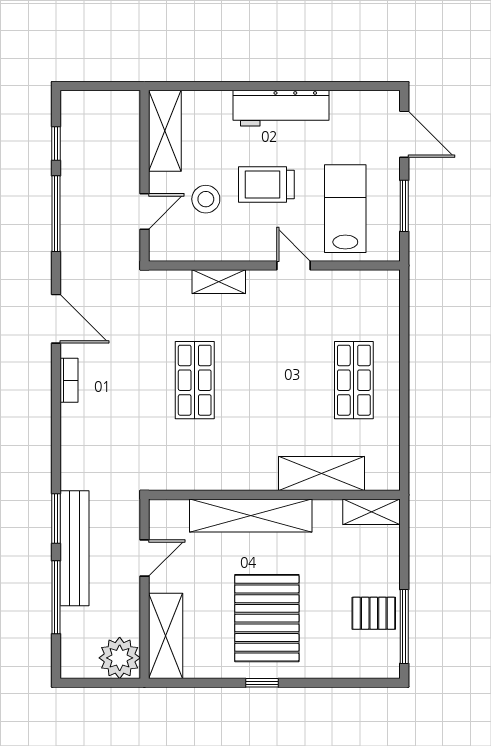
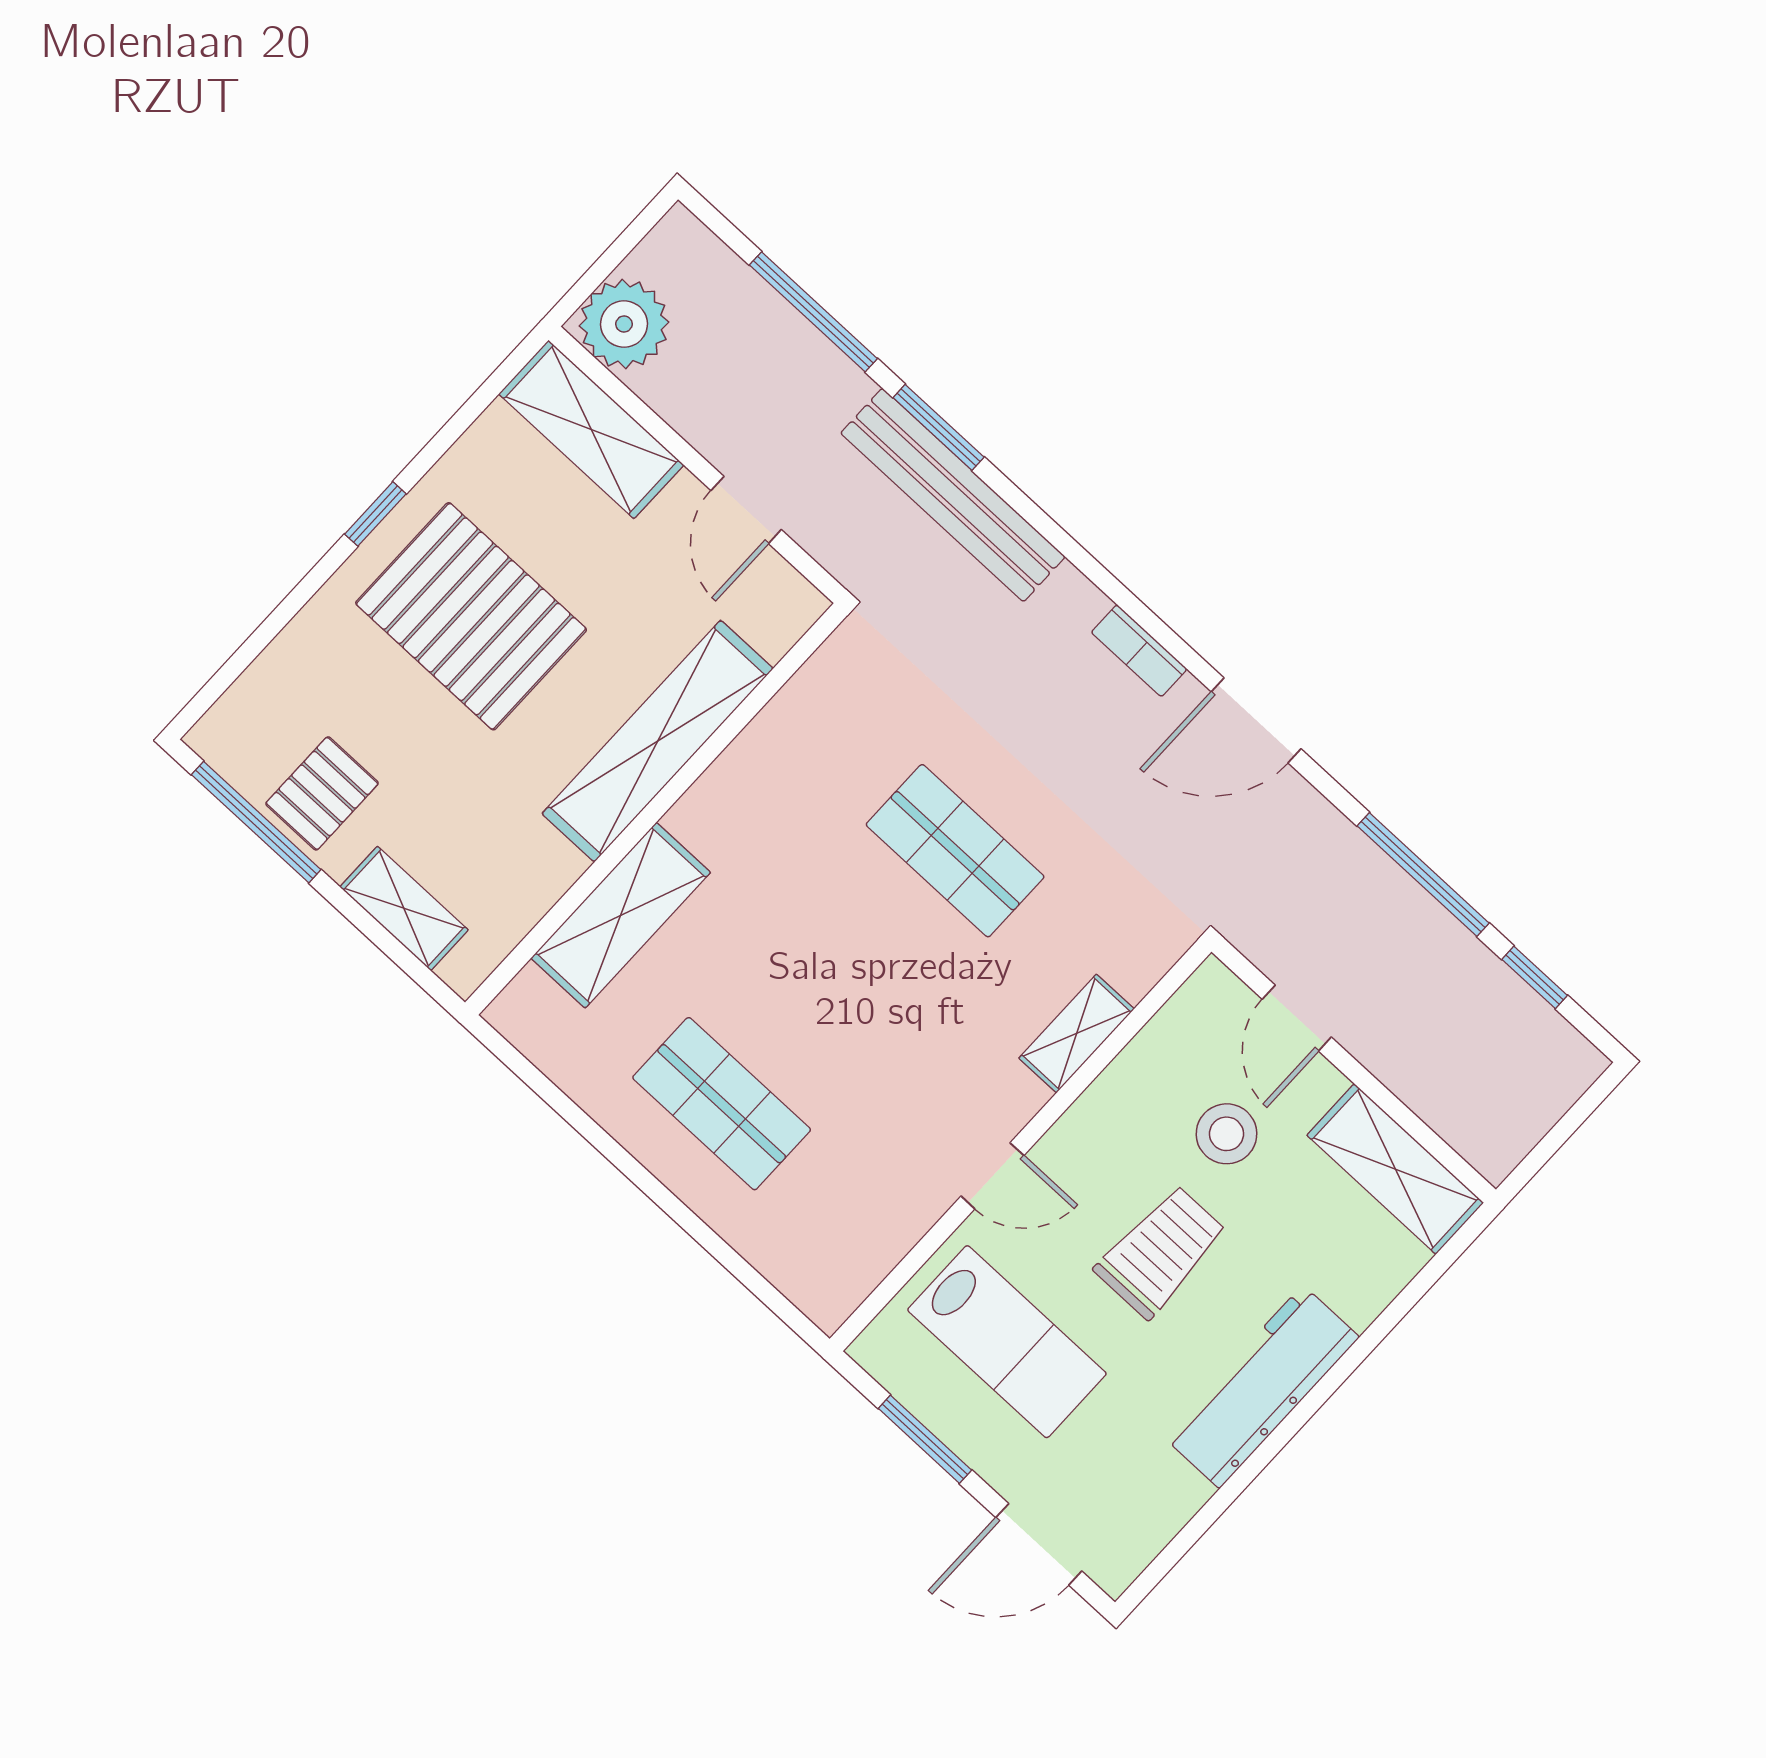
shelving: (371, 512) -> (404, 908), moved, turned 90
bench: (75, 548) -> (953, 495), moved

